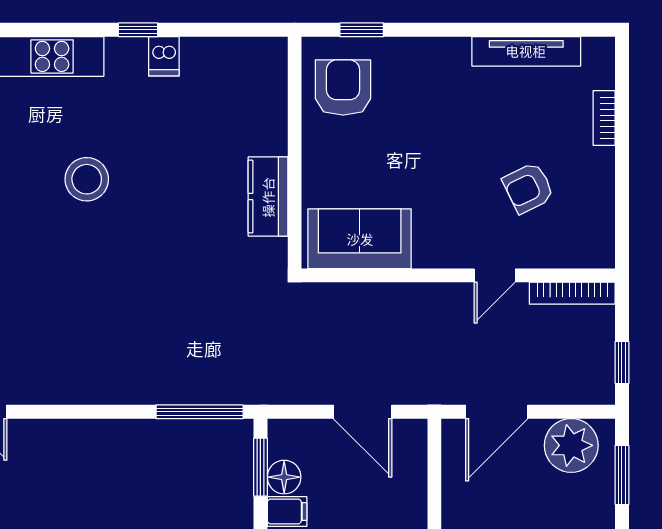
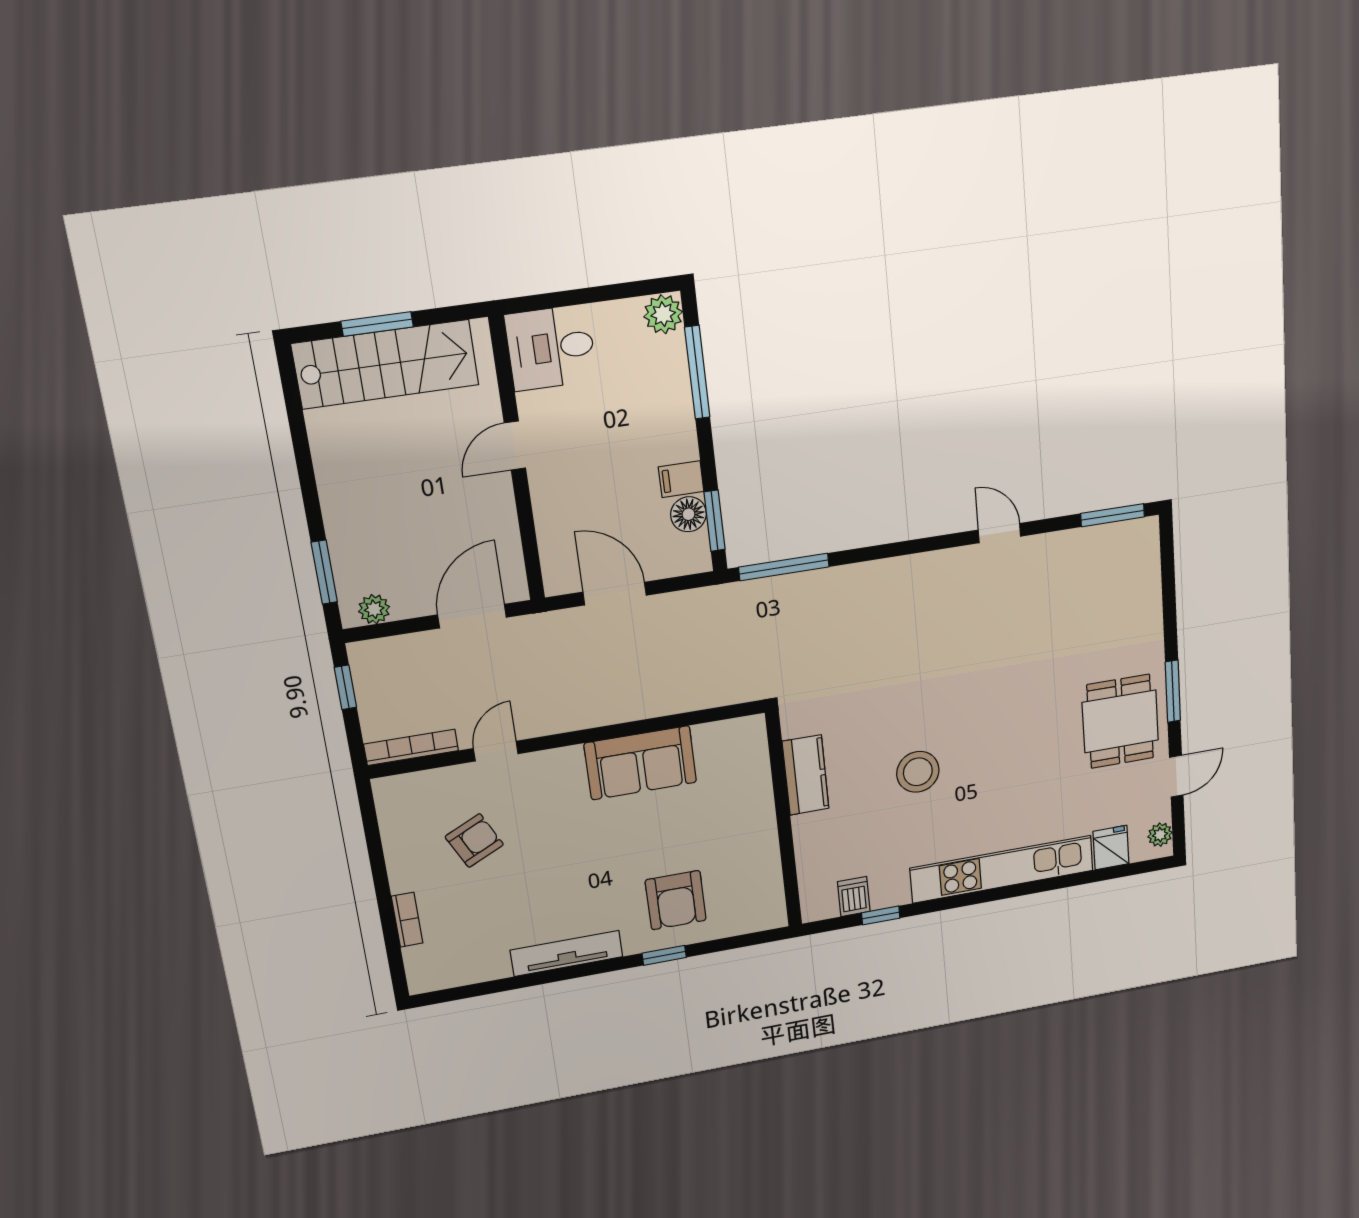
tv unit: (526, 51) -> (567, 953), moved
wall: (295, 153) -> (784, 820), moved
kitchen counter: (268, 197) -> (806, 775), moved
plant: (571, 445) -> (374, 609), width x0.53, depth x0.53

